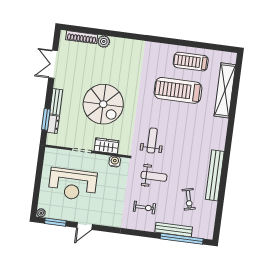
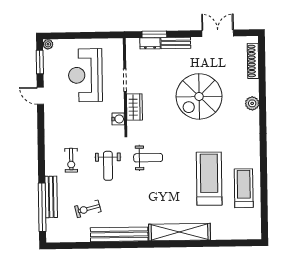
plant: (104, 41) -> (252, 103), moved
shelving: (225, 90) -> (180, 232), moved
spiral stairs: (103, 104) -> (199, 96), moved

